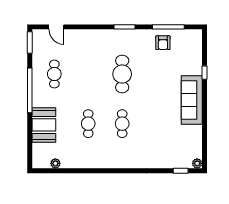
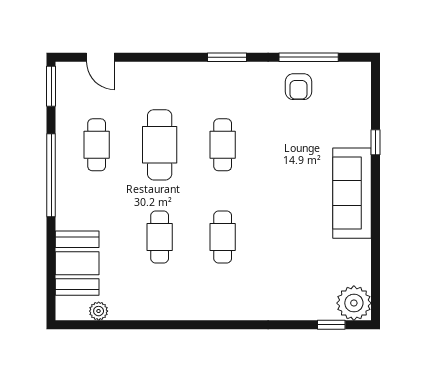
cafe table: (88, 74) -> (160, 145), added
cafe table: (122, 74) -> (223, 145), width x0.73, depth x0.74
booth: (44, 125) -> (77, 263), moved
plant: (197, 163) -> (354, 303), width x1.88, depth x1.88

